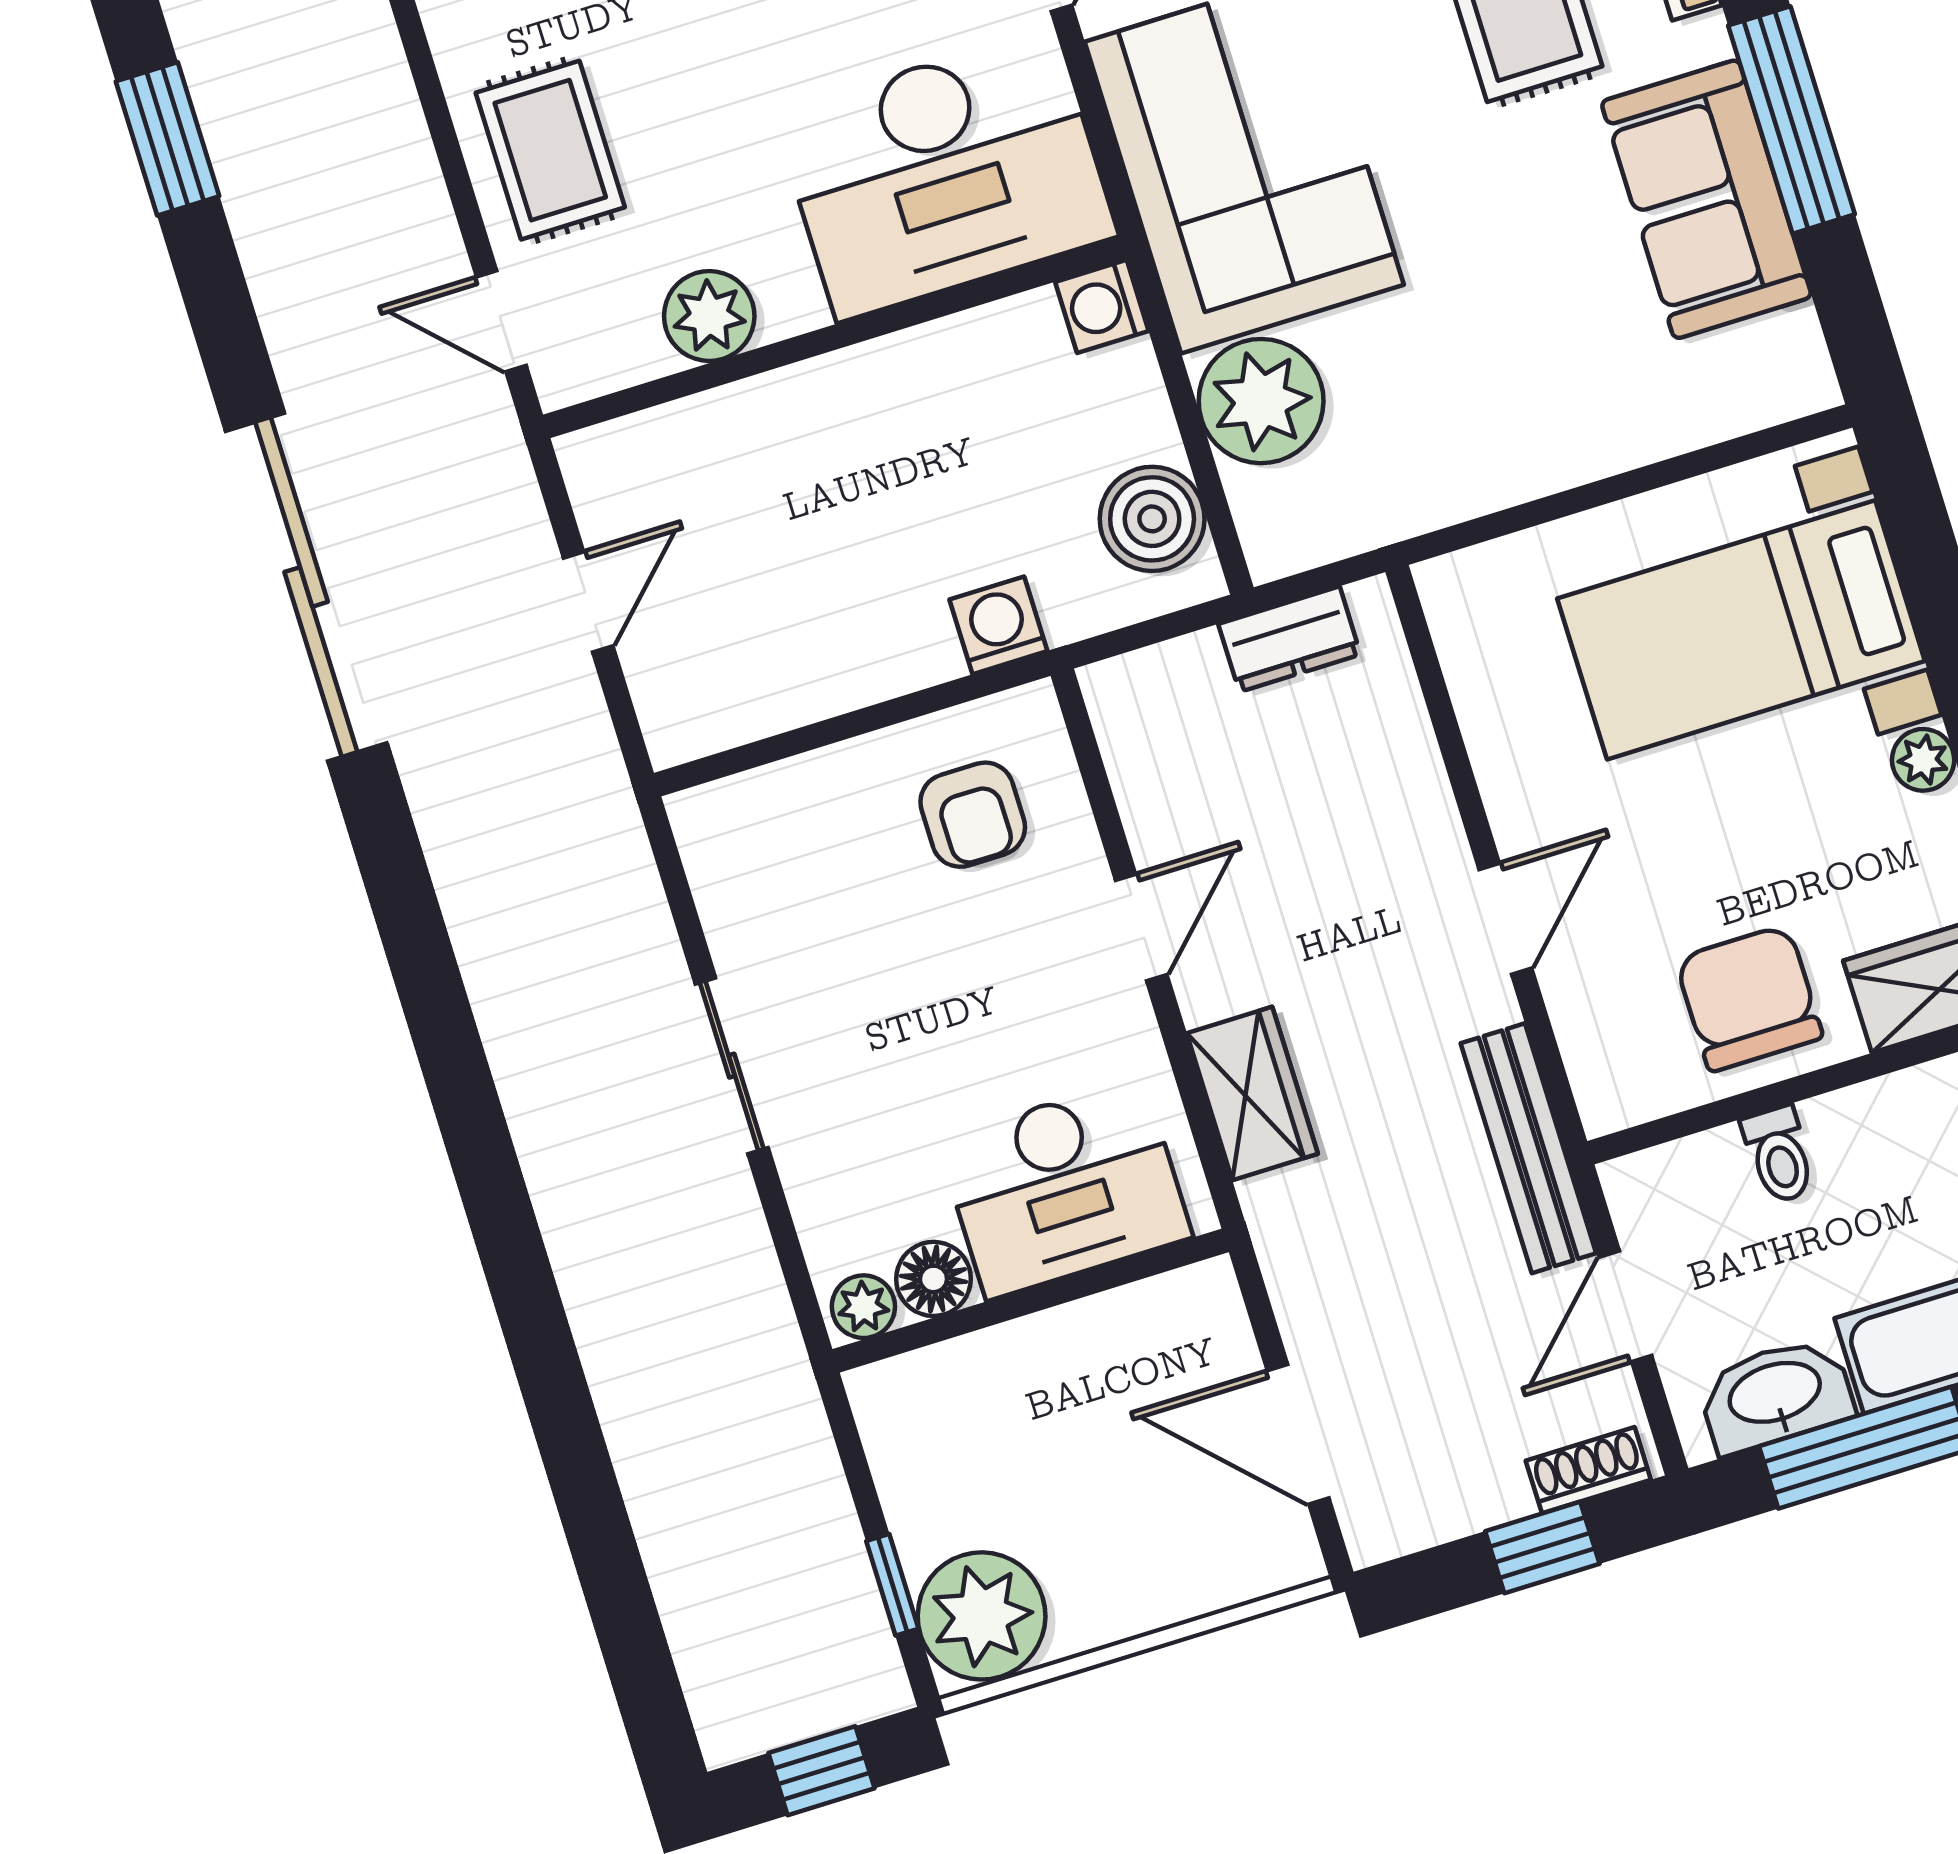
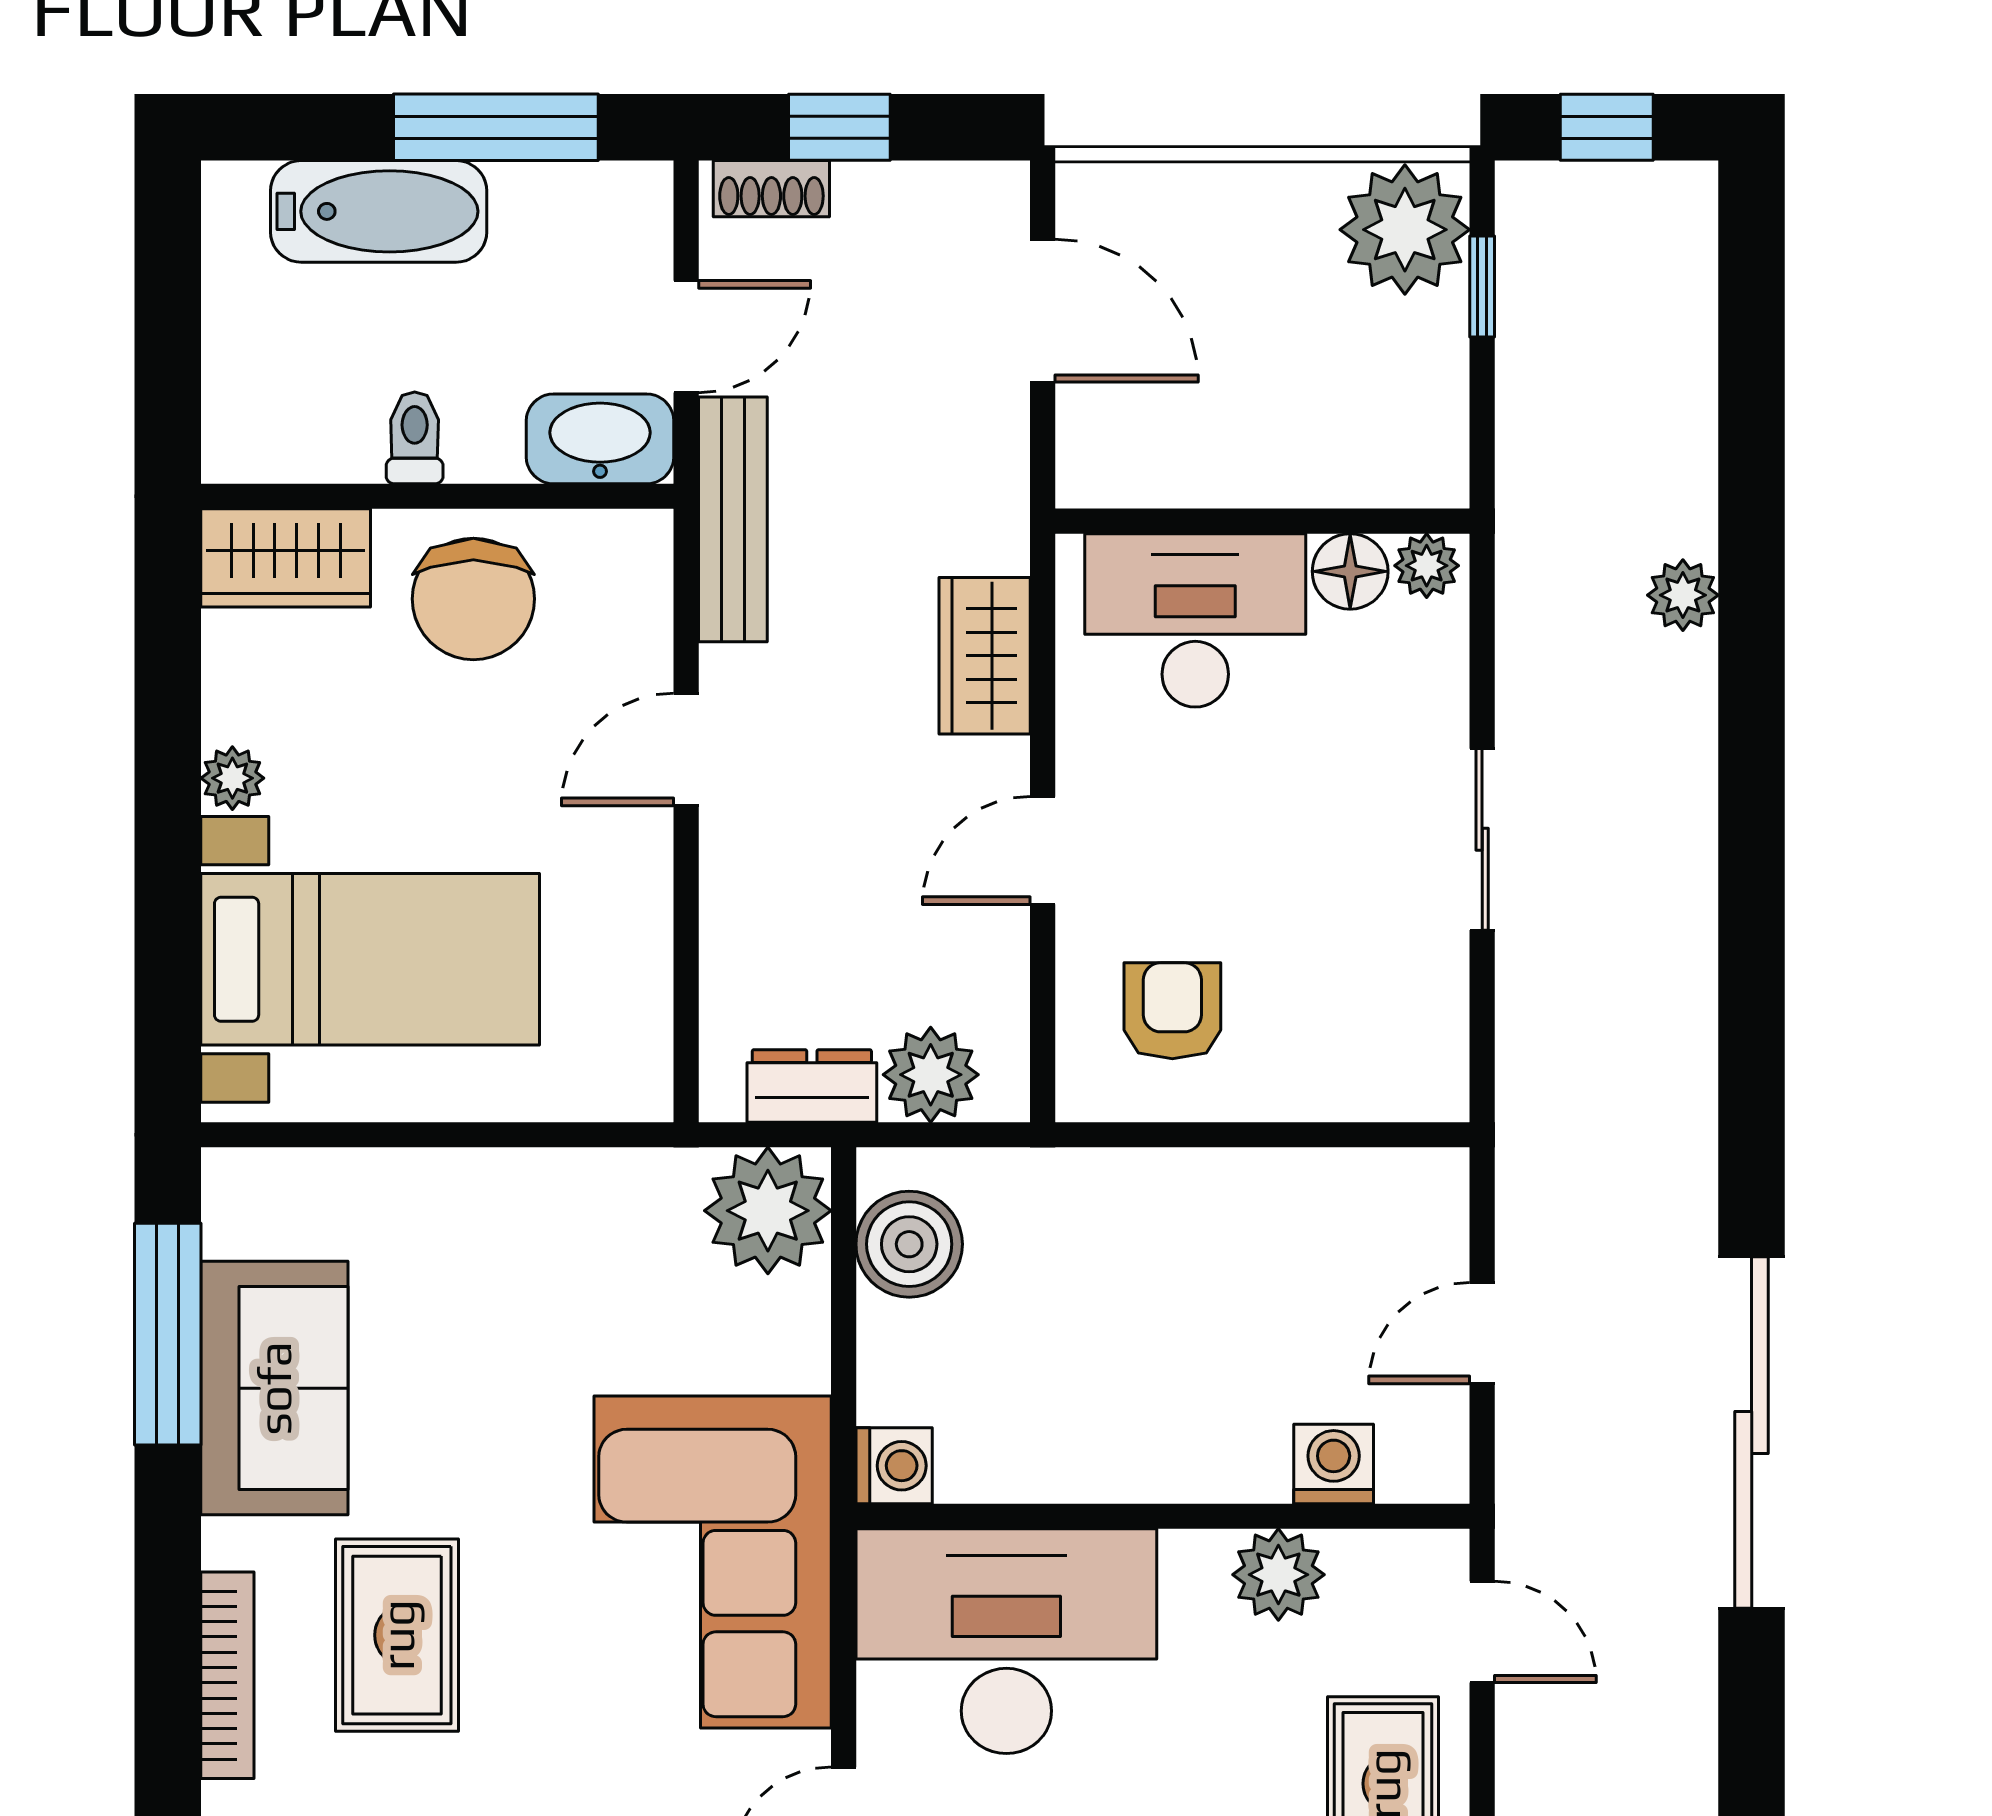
window: (1792, 120) -> (168, 1334), moved
plant: (1261, 401) -> (768, 1211), moved
washing machine: (998, 625) -> (1334, 1464), moved, turned 180
plant: (1181, 684) -> (931, 1075), added
toilet: (1779, 1155) -> (415, 438), moved
plant: (614, 1354) -> (1683, 595), added
washbasin: (1776, 1395) -> (600, 439), moved, turned 180

